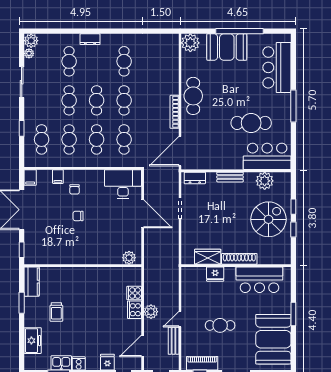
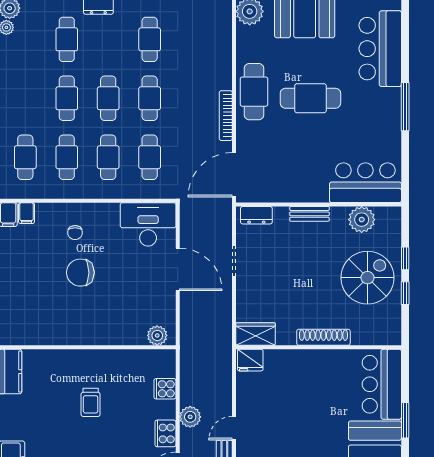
cafe table: (251, 123) -> (310, 98), moved
filing cabinet: (58, 177) -> (26, 213), moved
chair: (78, 216) -> (80, 273), width x1.87, depth x1.87
wardrobe: (208, 257) -> (256, 334), moved
fridge: (215, 274) -> (250, 360), moved
bar counter: (259, 280) -> (382, 384), moved, turned 90
cooker: (134, 310) -> (165, 433), moved
trolley: (56, 312) -> (91, 402), moved
cafe table: (220, 325) -> (294, 438), removed

